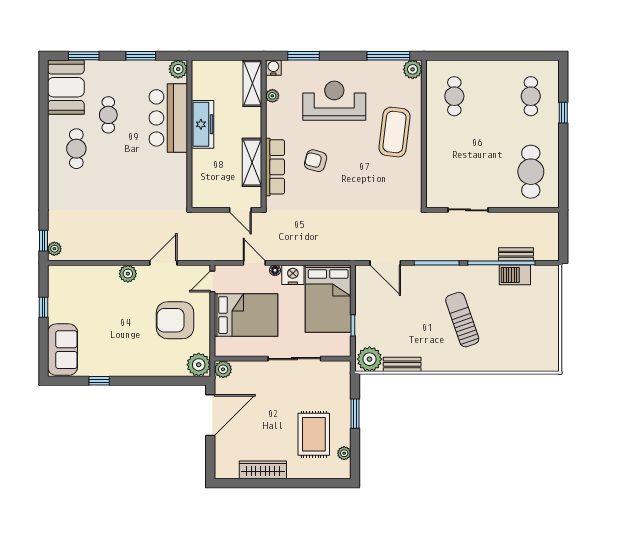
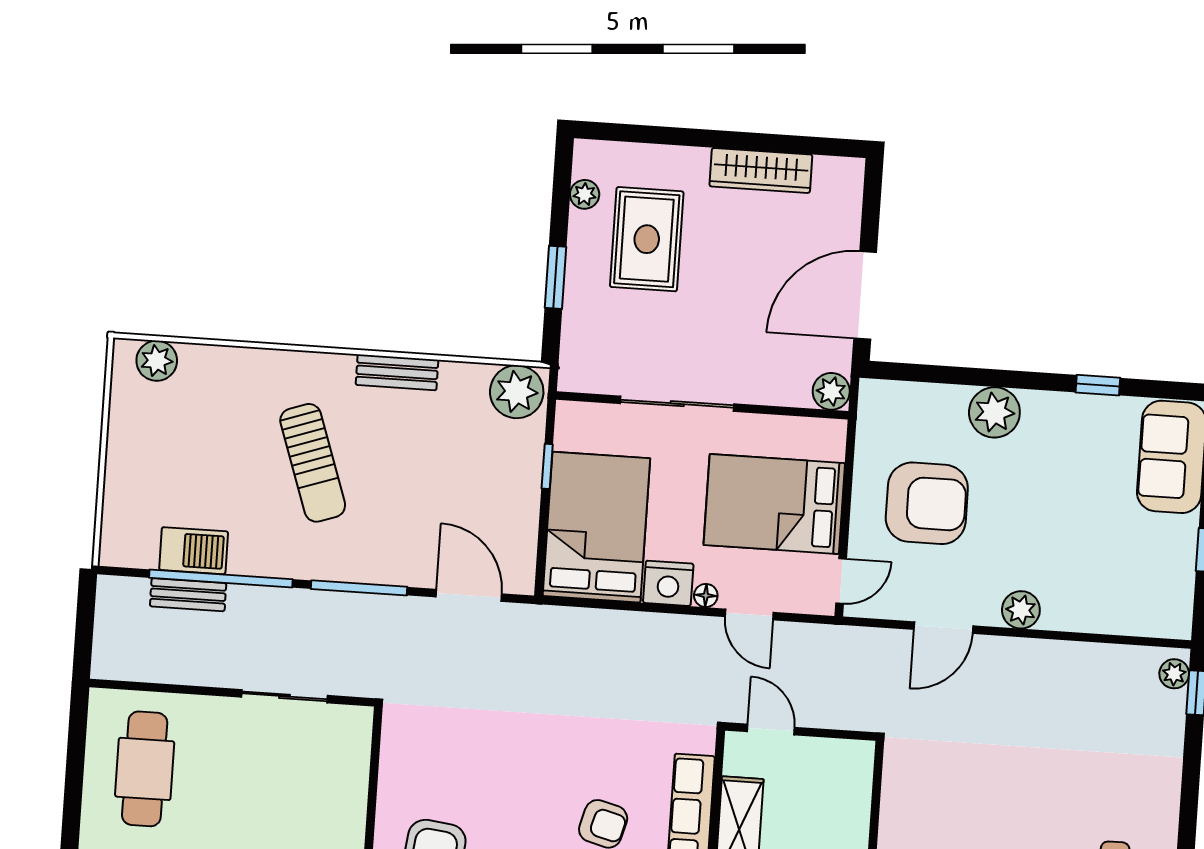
plant: (538, 362) -> (157, 361), added
bench: (402, 364) -> (397, 372), moved
plant: (199, 365) -> (994, 412), moved

